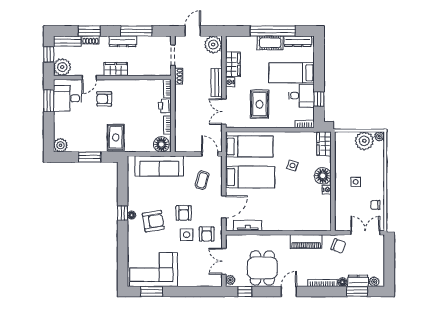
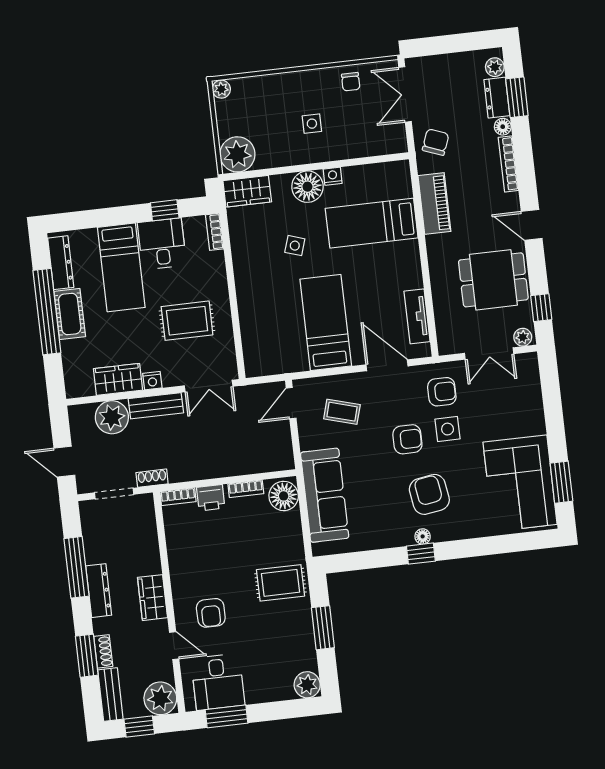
plant: (213, 45) -> (112, 417), moved
plant: (364, 141) -> (237, 154), moved
bed: (249, 147) -> (372, 223), moved, turned -90

